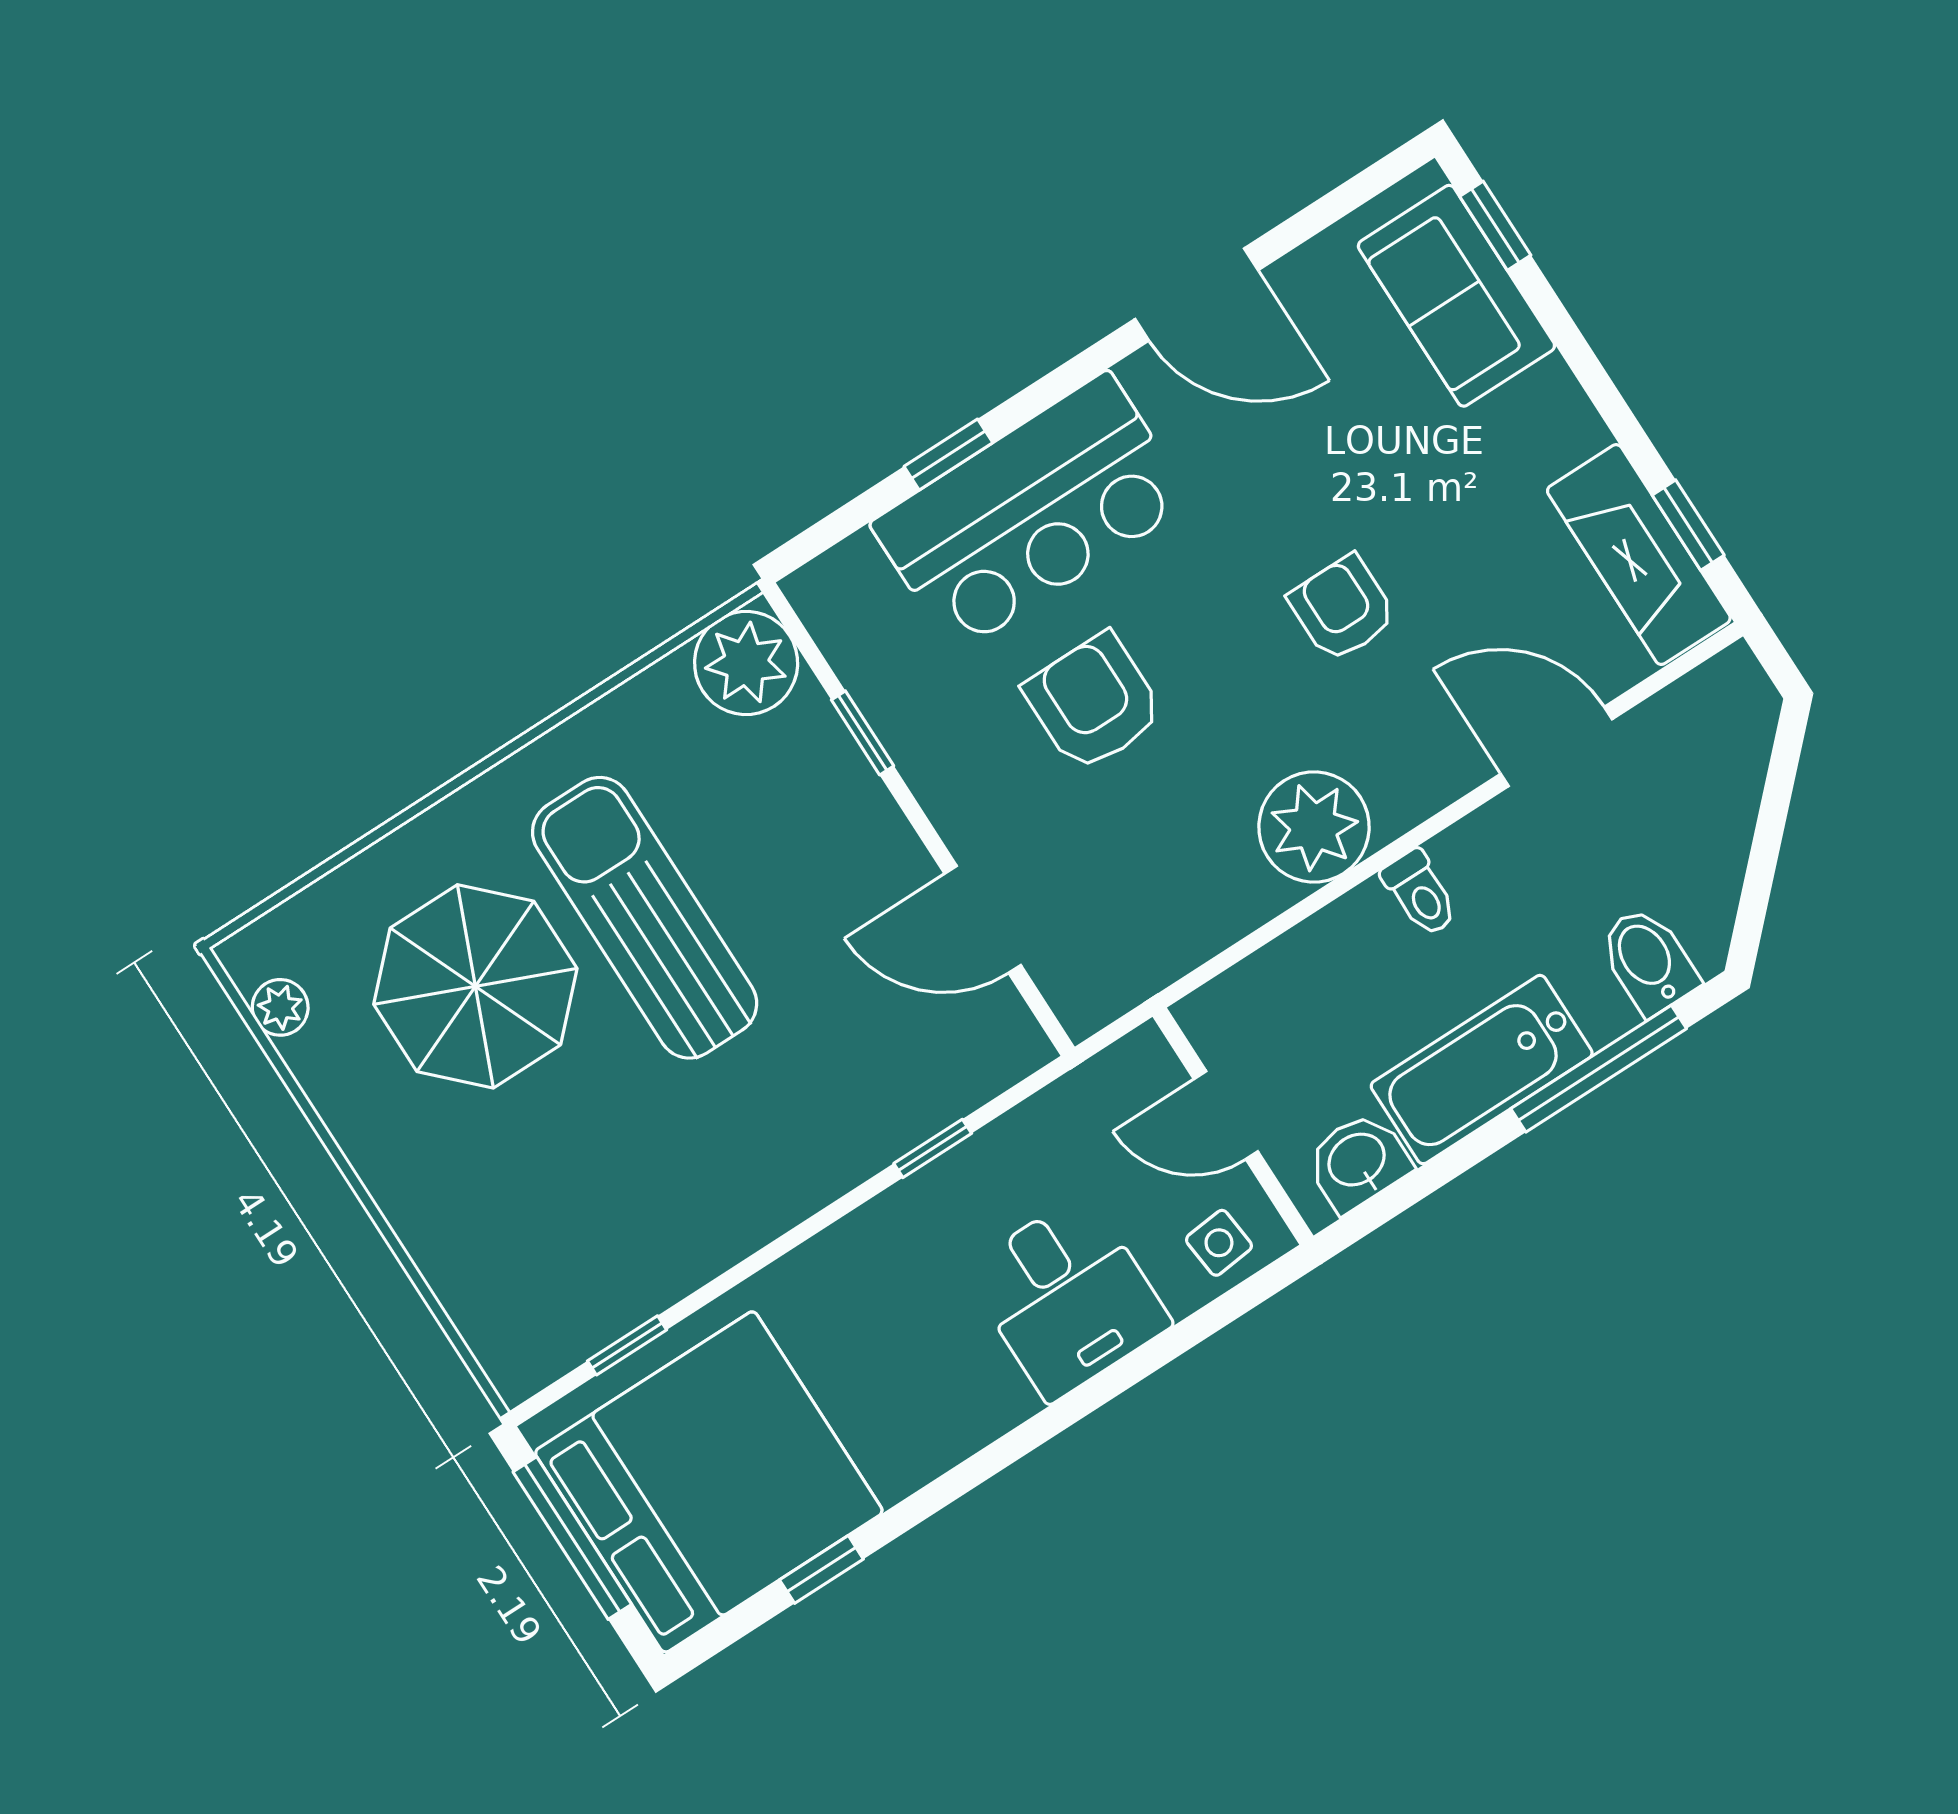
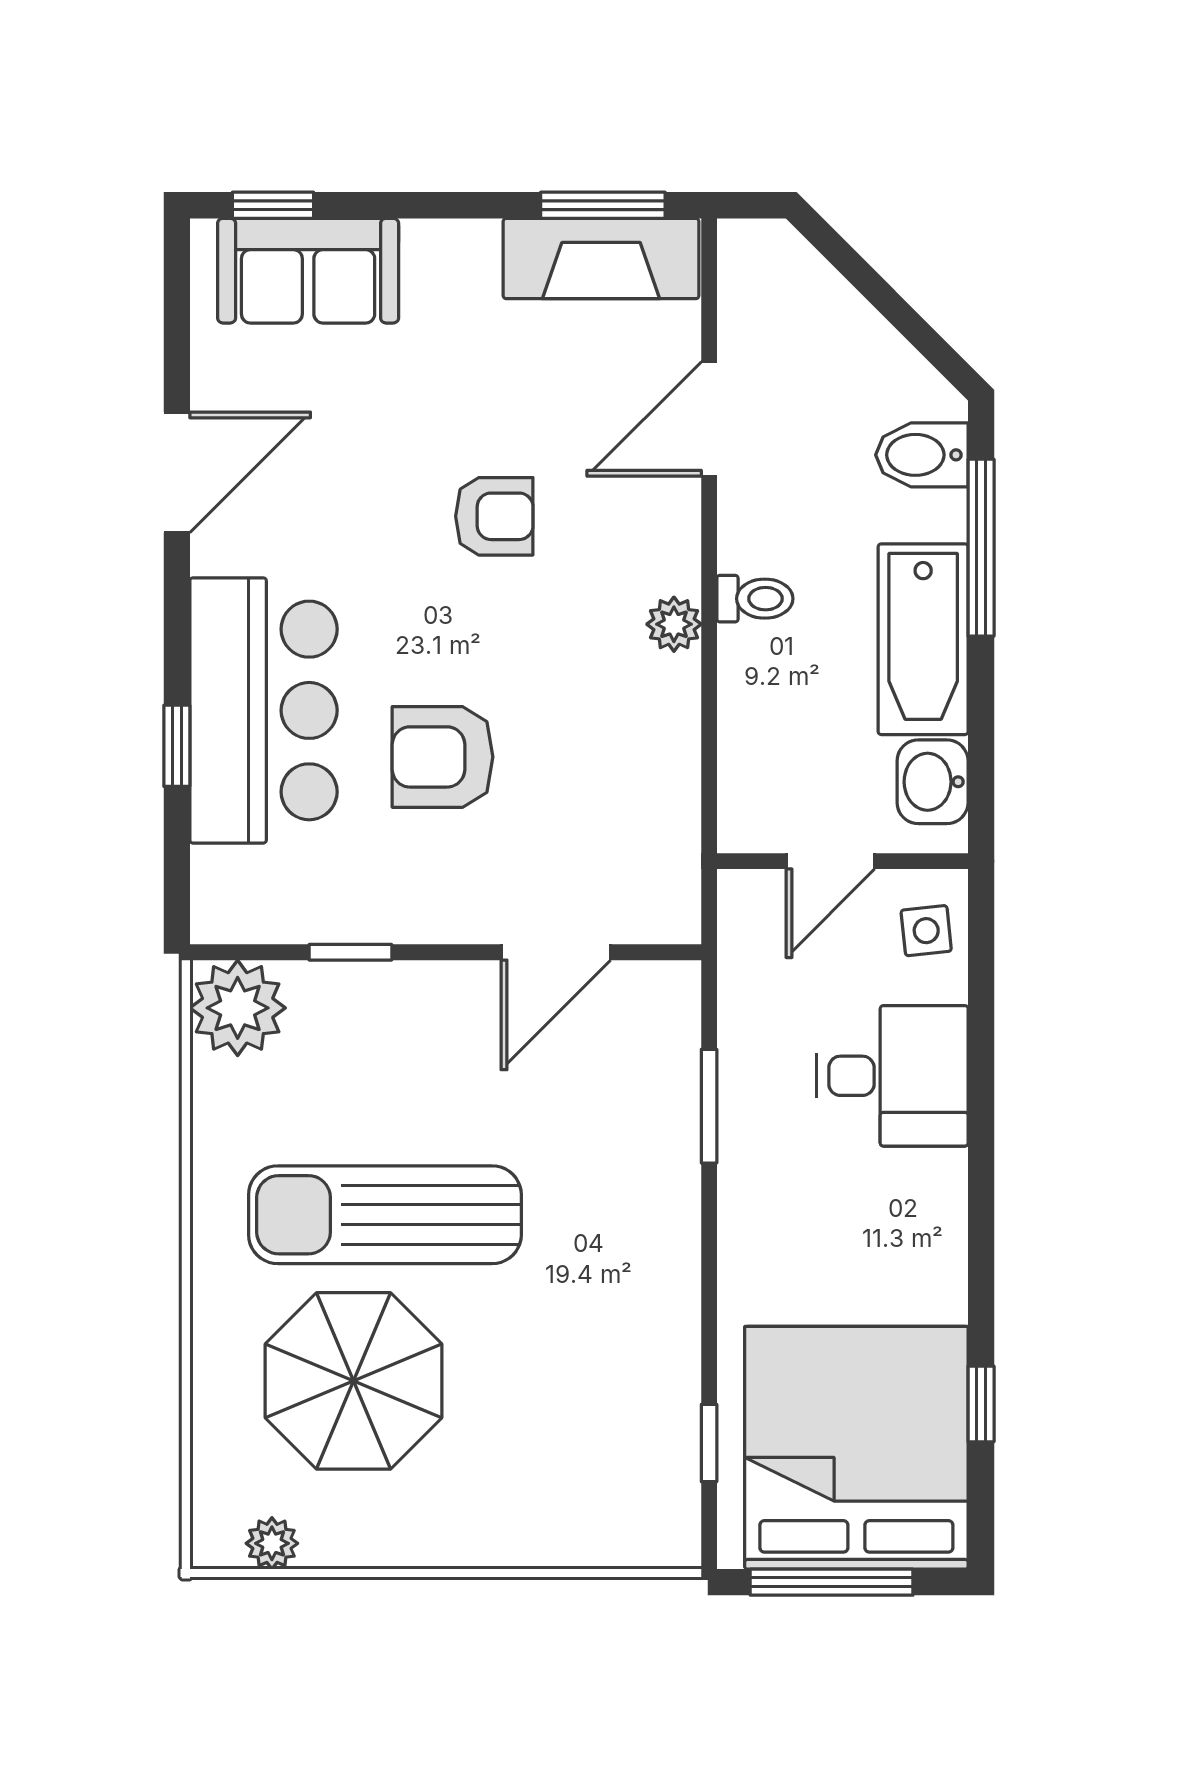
window: (1688, 525) -> (603, 205), width x1.50
armchair: (1342, 608) -> (494, 516), turned 180
plant: (1314, 827) -> (674, 624), width x0.53, depth x0.53
window: (933, 1148) -> (709, 1106), width x1.50

